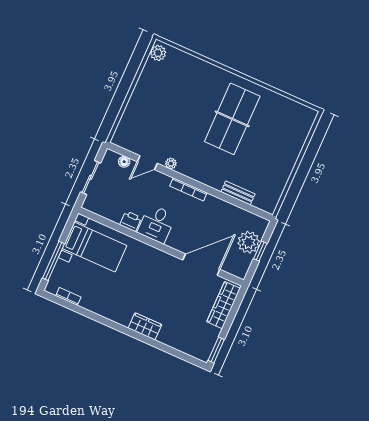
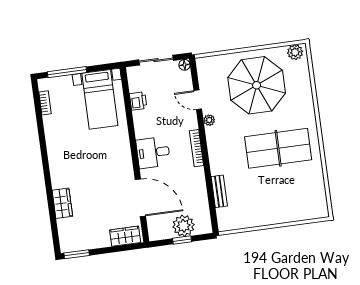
parasol: (166, 104) -> (257, 85), added
floor lamp: (124, 162) -> (184, 65), moved
printer: (131, 221) -> (138, 101), moved
desk: (157, 224) -> (153, 152), moved
wardrobe: (223, 305) -> (125, 236), width x0.67
wardrobe: (145, 326) -> (62, 203), moved

